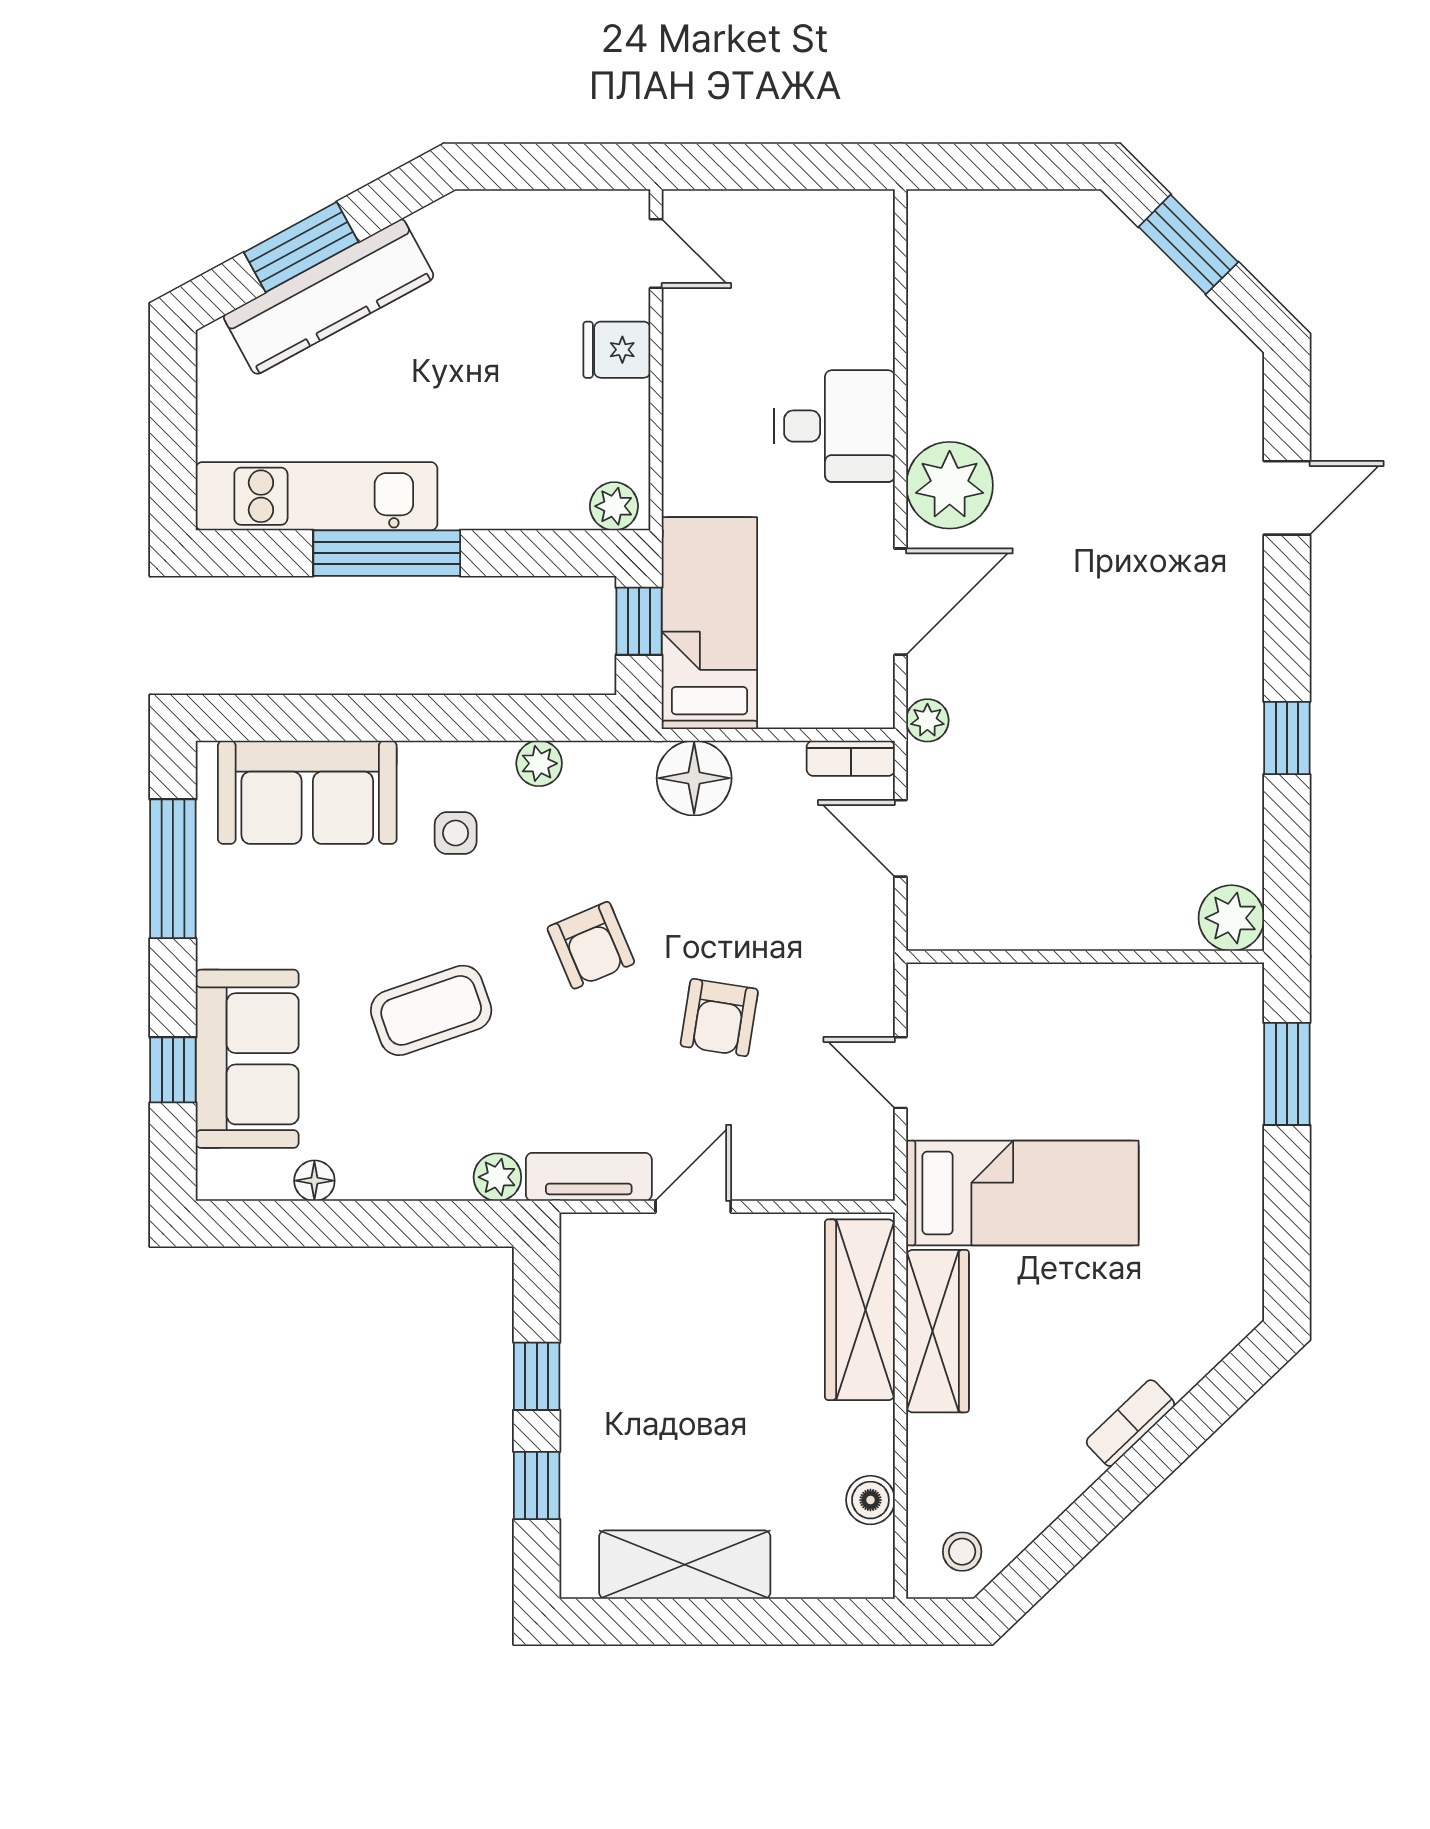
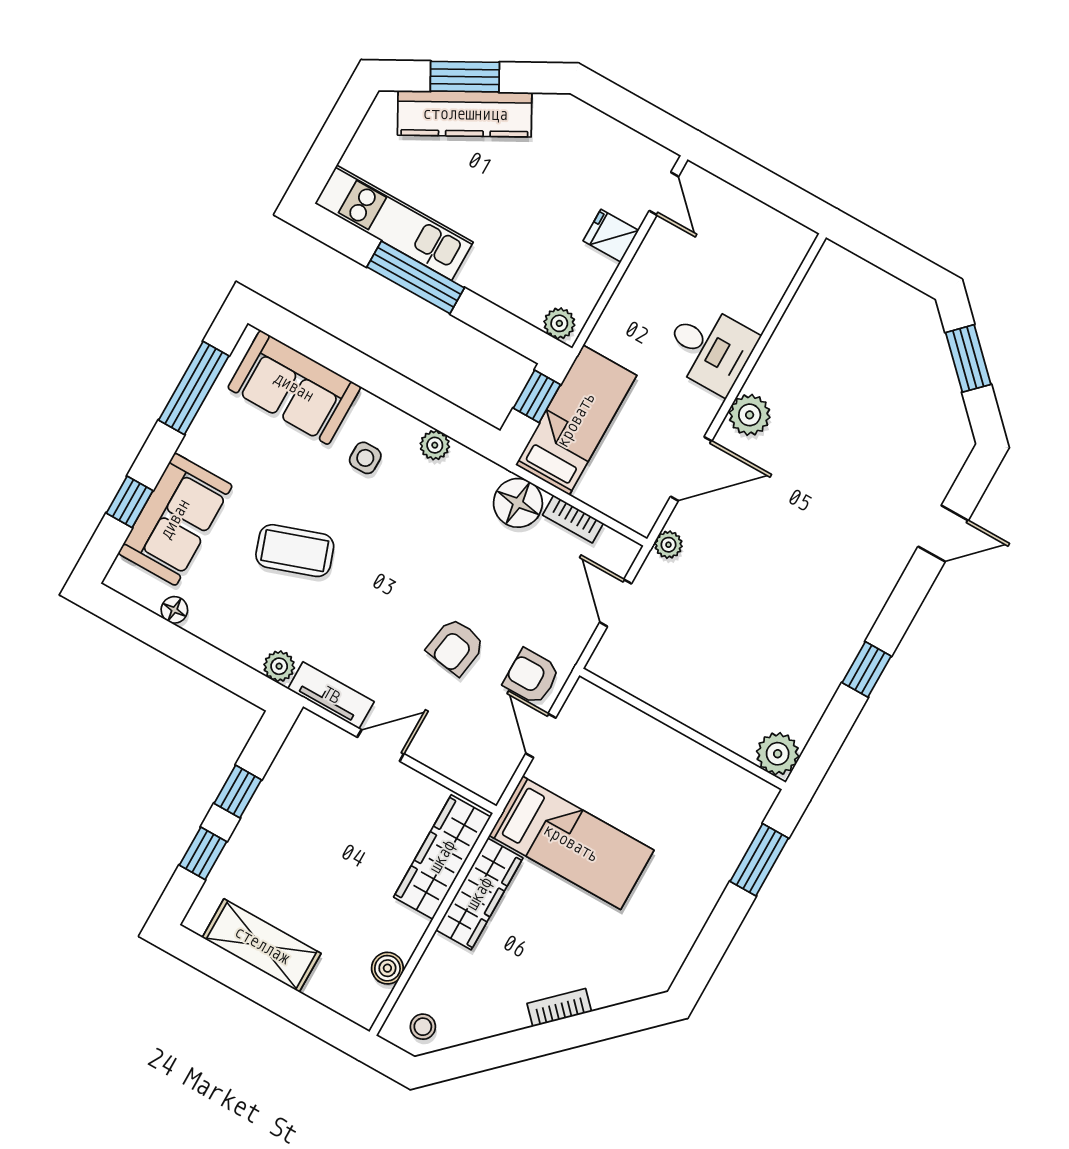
plant: (950, 485) -> (750, 415), width x0.73, depth x0.73
bookcase: (851, 758) -> (573, 519), moved
armchair: (591, 945) -> (532, 677), moved, turned 113

